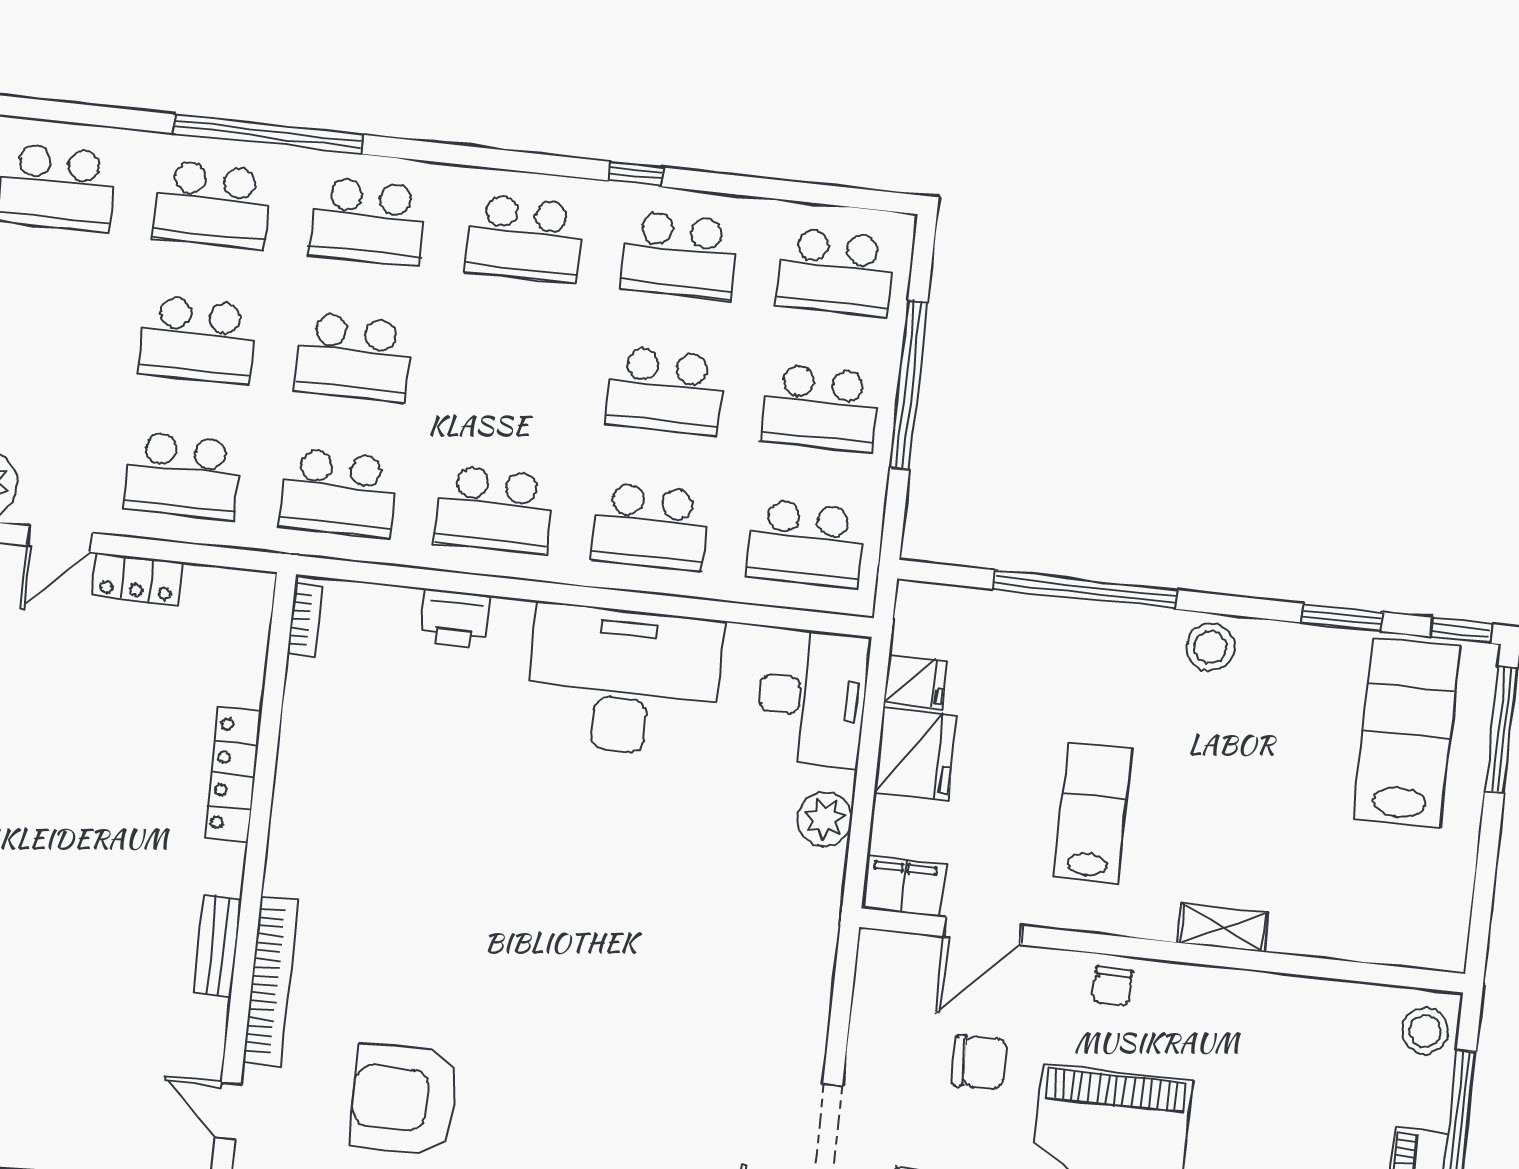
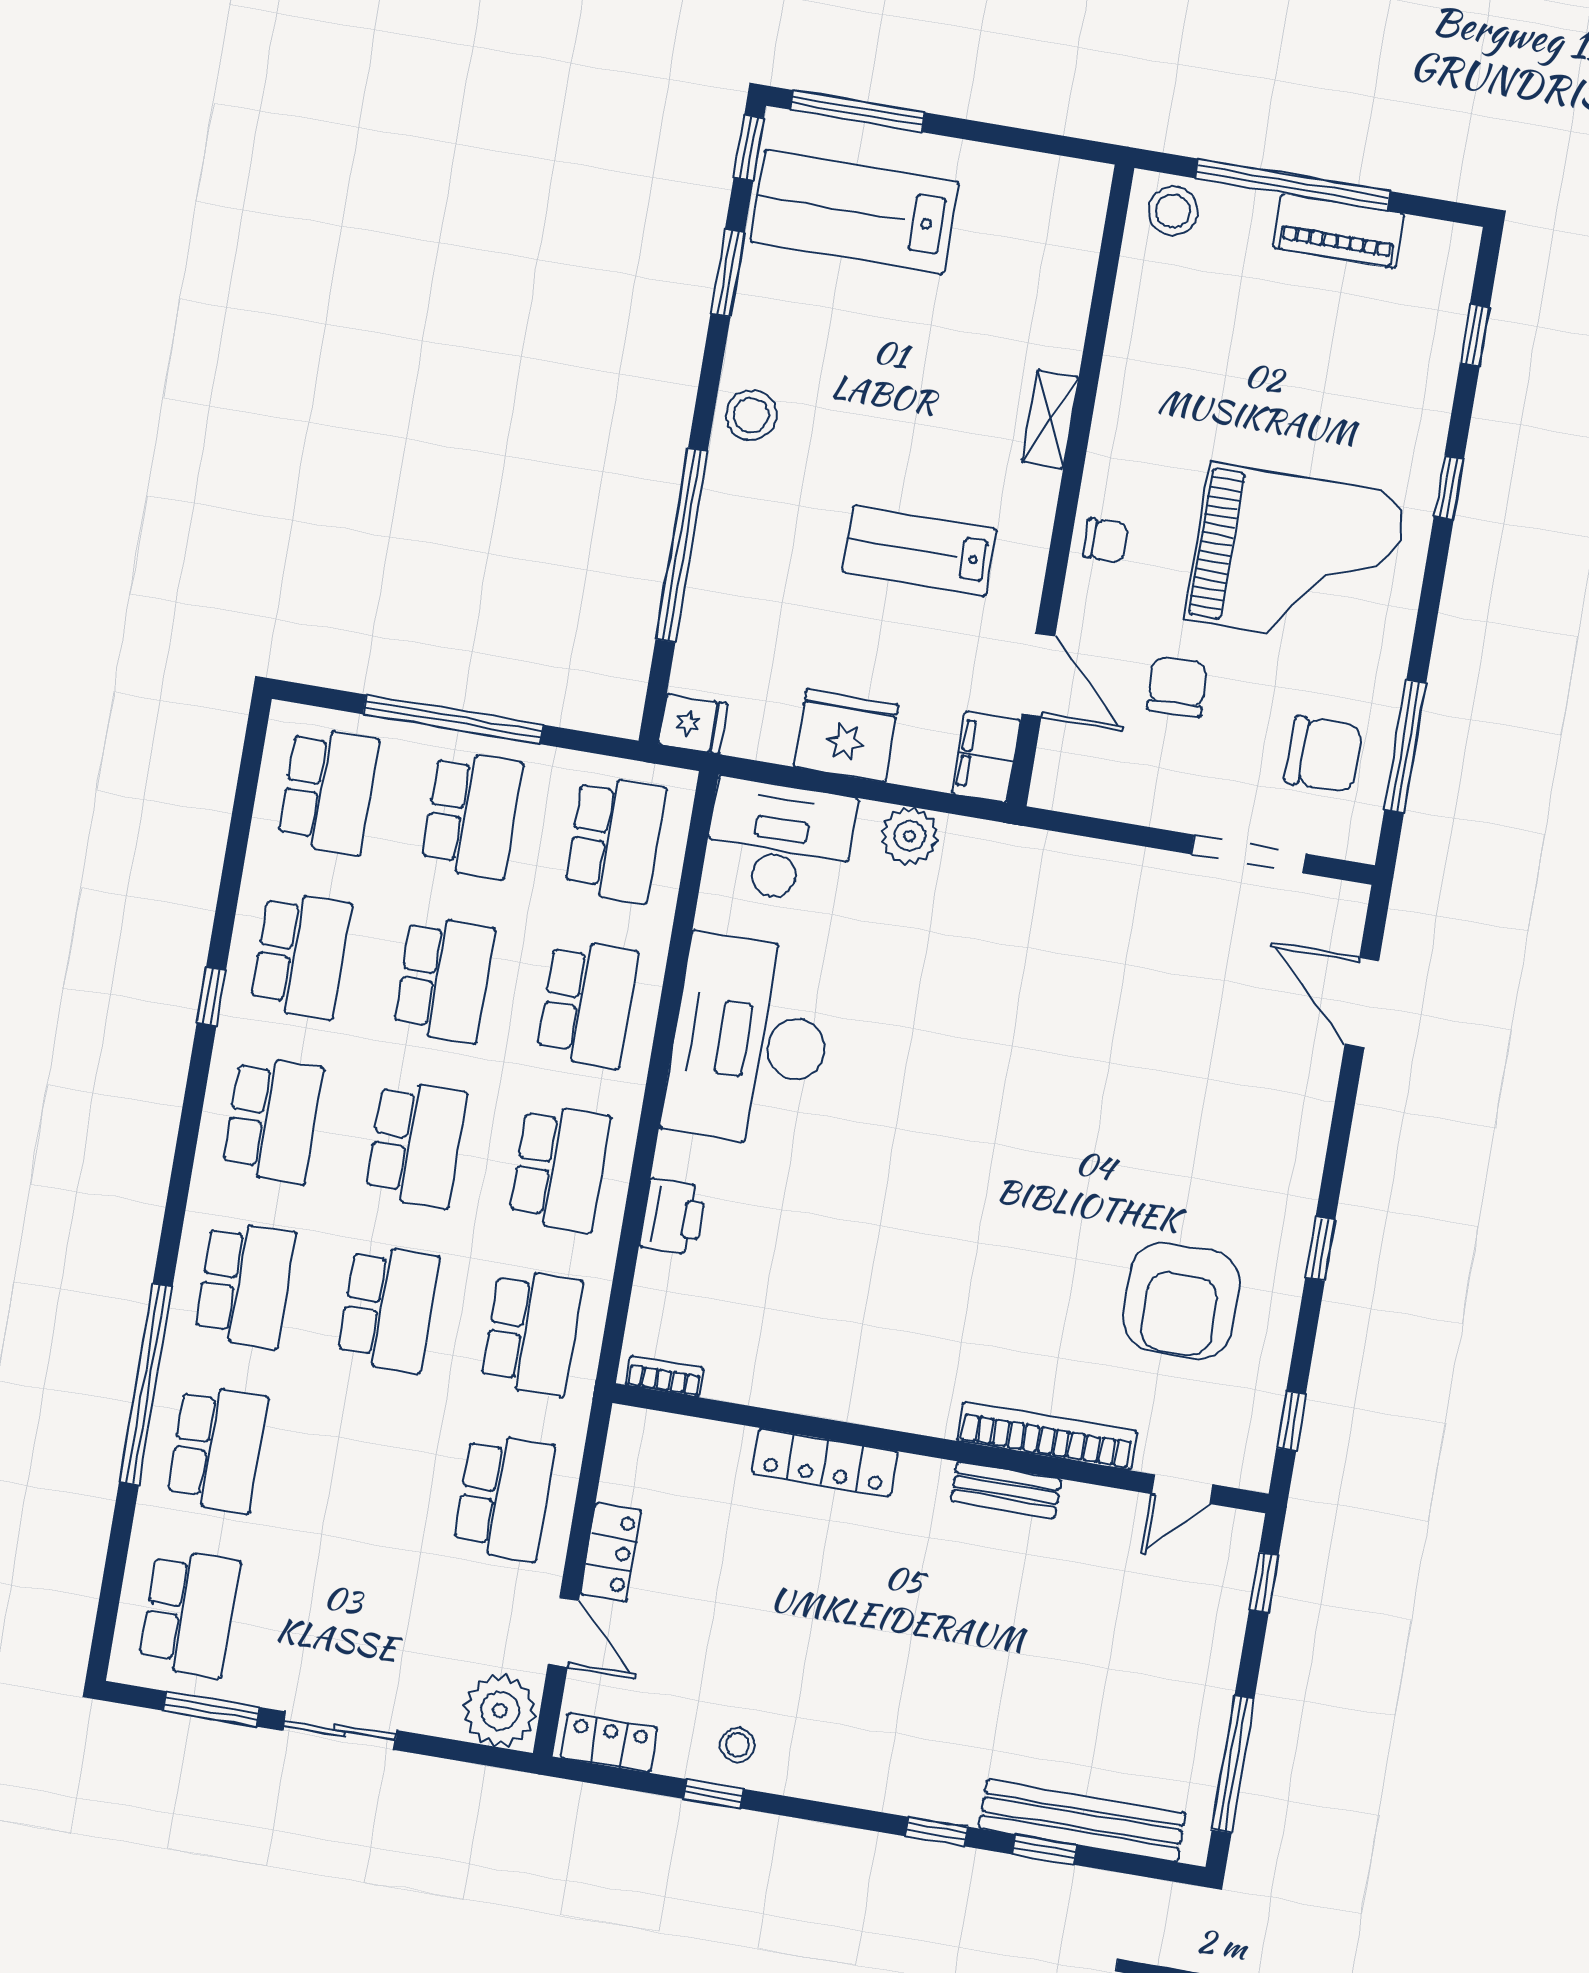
school desk: (198, 340) -> (416, 1144), moved
fridge: (915, 682) -> (693, 724), moved, turned 90

